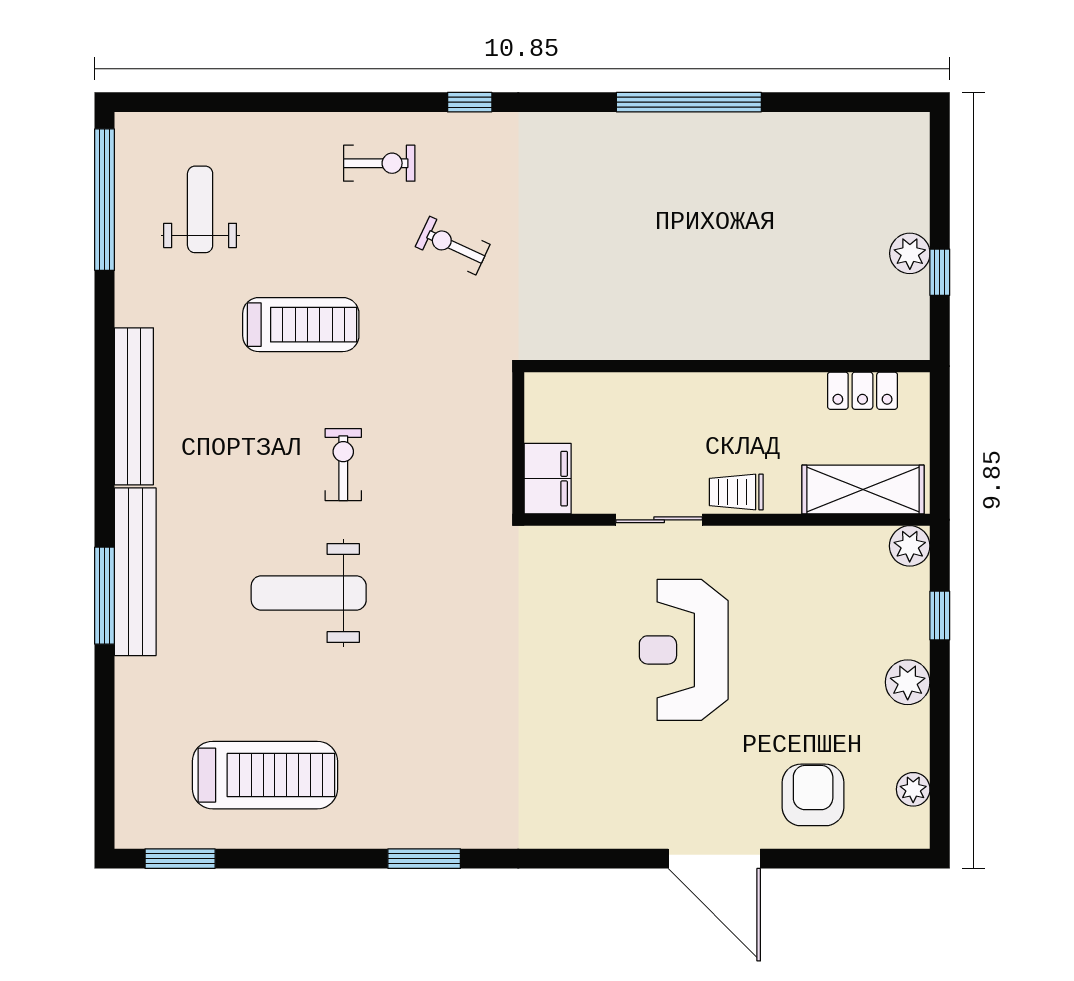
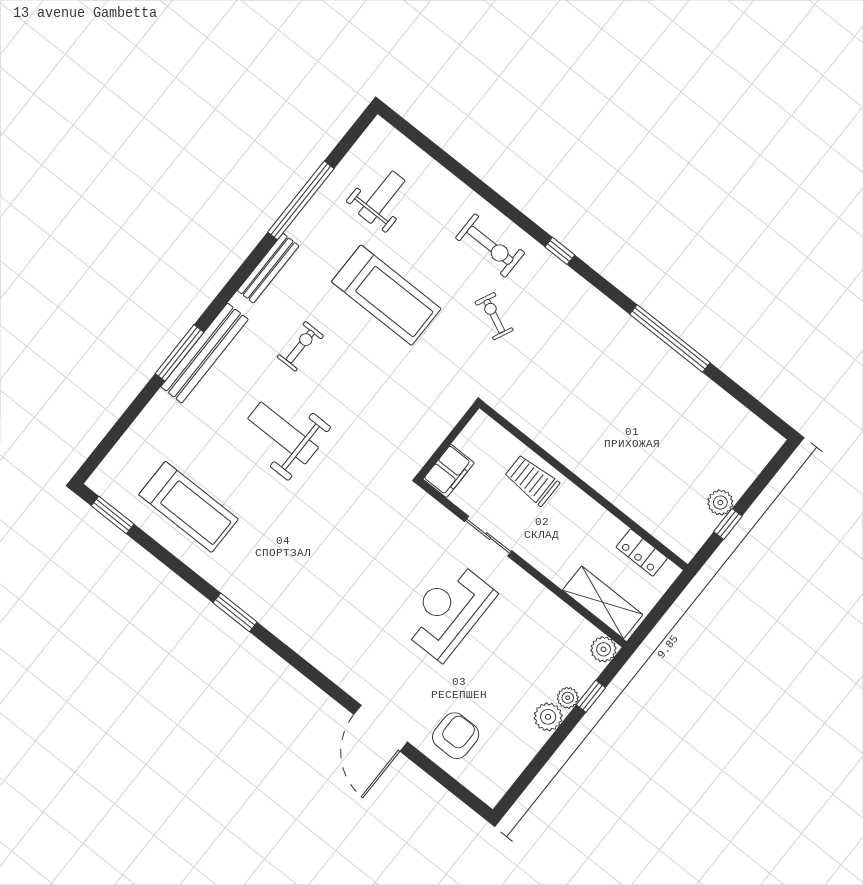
exercise bike: (379, 163) -> (490, 245), width x1.38, depth x1.39
window: (105, 200) -> (301, 200), moved
treadmill: (301, 325) -> (386, 295), width x1.37, depth x1.37
bench: (134, 406) -> (268, 268), width x0.73, depth x0.82
exercise bike: (343, 465) -> (300, 346), moved
trolley: (736, 492) -> (532, 480), moved, width x1.36, depth x1.39
plant: (913, 789) -> (568, 698), moved

